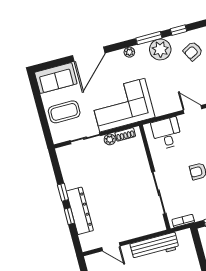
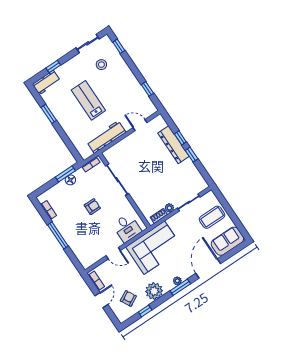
window: (149, 38) -> (180, 287), moved
corner sofa: (122, 105) -> (154, 248), moved

